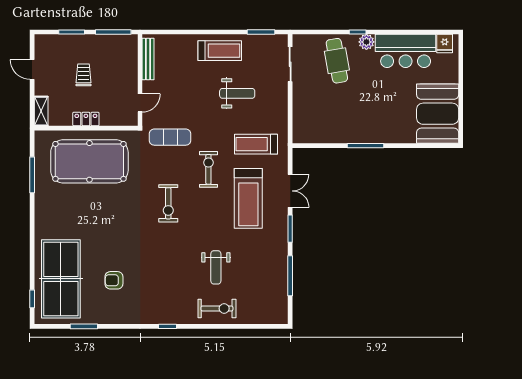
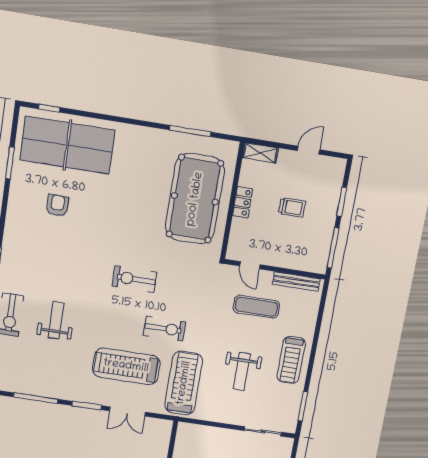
exercise mat: (170, 137) -> (256, 307), moved, turned 90
treadmill: (256, 144) -> (184, 383), width x1.37, depth x1.38
weight bench: (216, 267) -> (56, 320), turned 90

